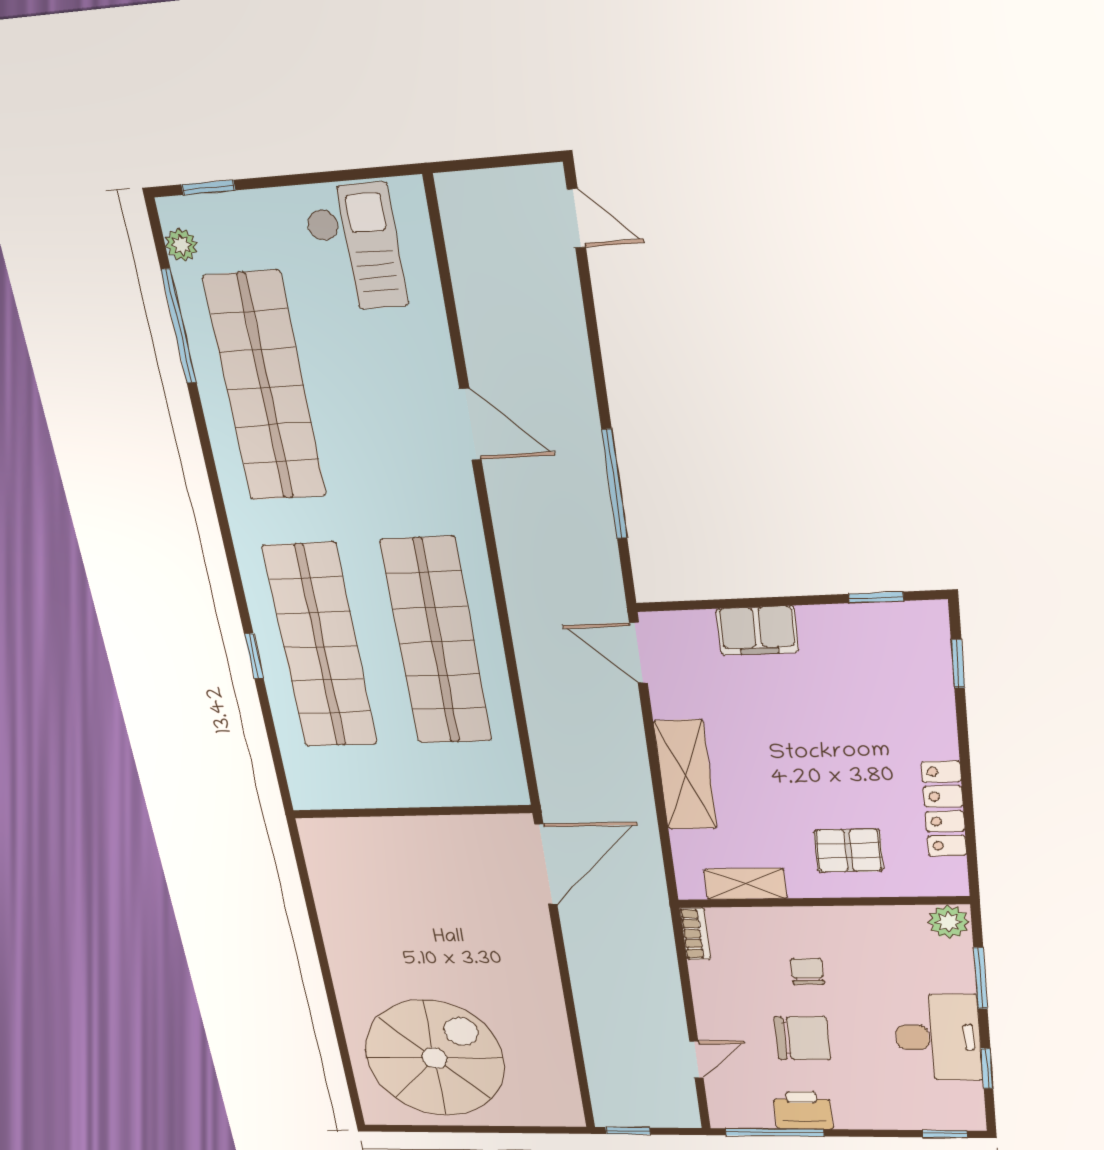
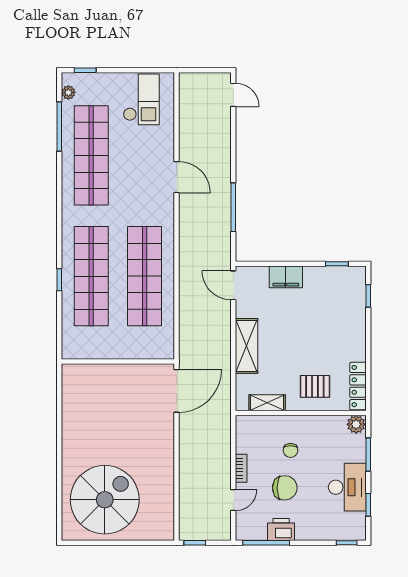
locker: (944, 809) -> (358, 386), moved
bookcase: (695, 934) -> (241, 468), moved
chair: (807, 971) -> (291, 450), turned 180

